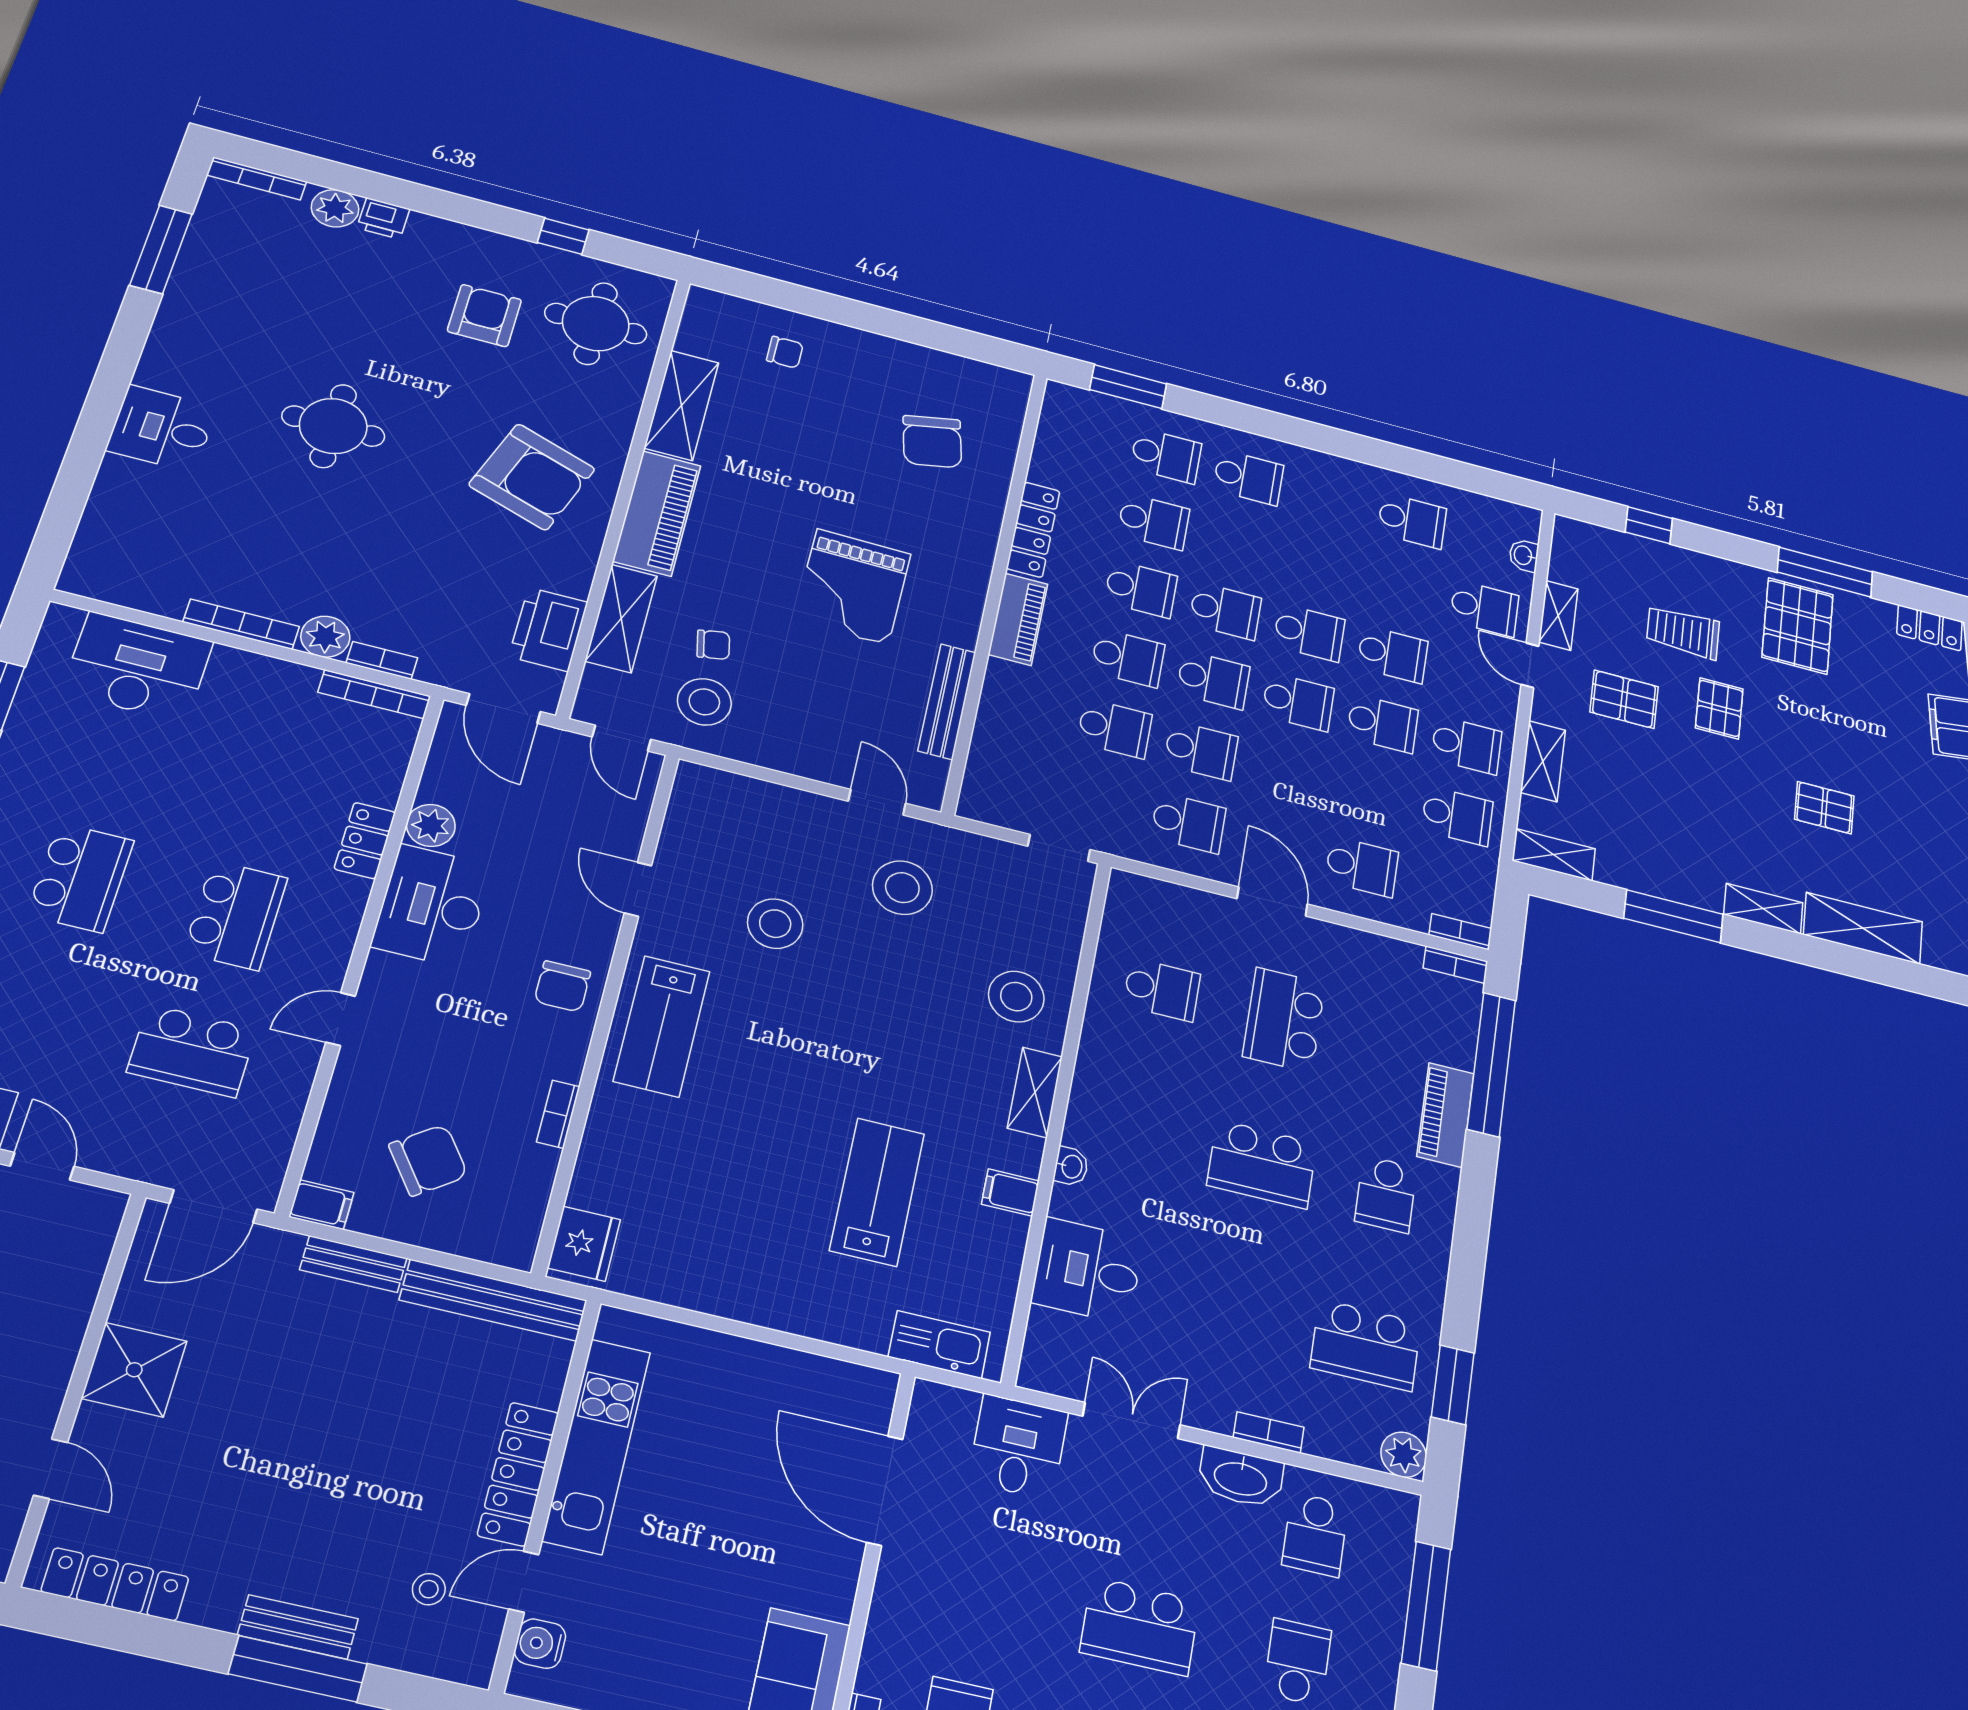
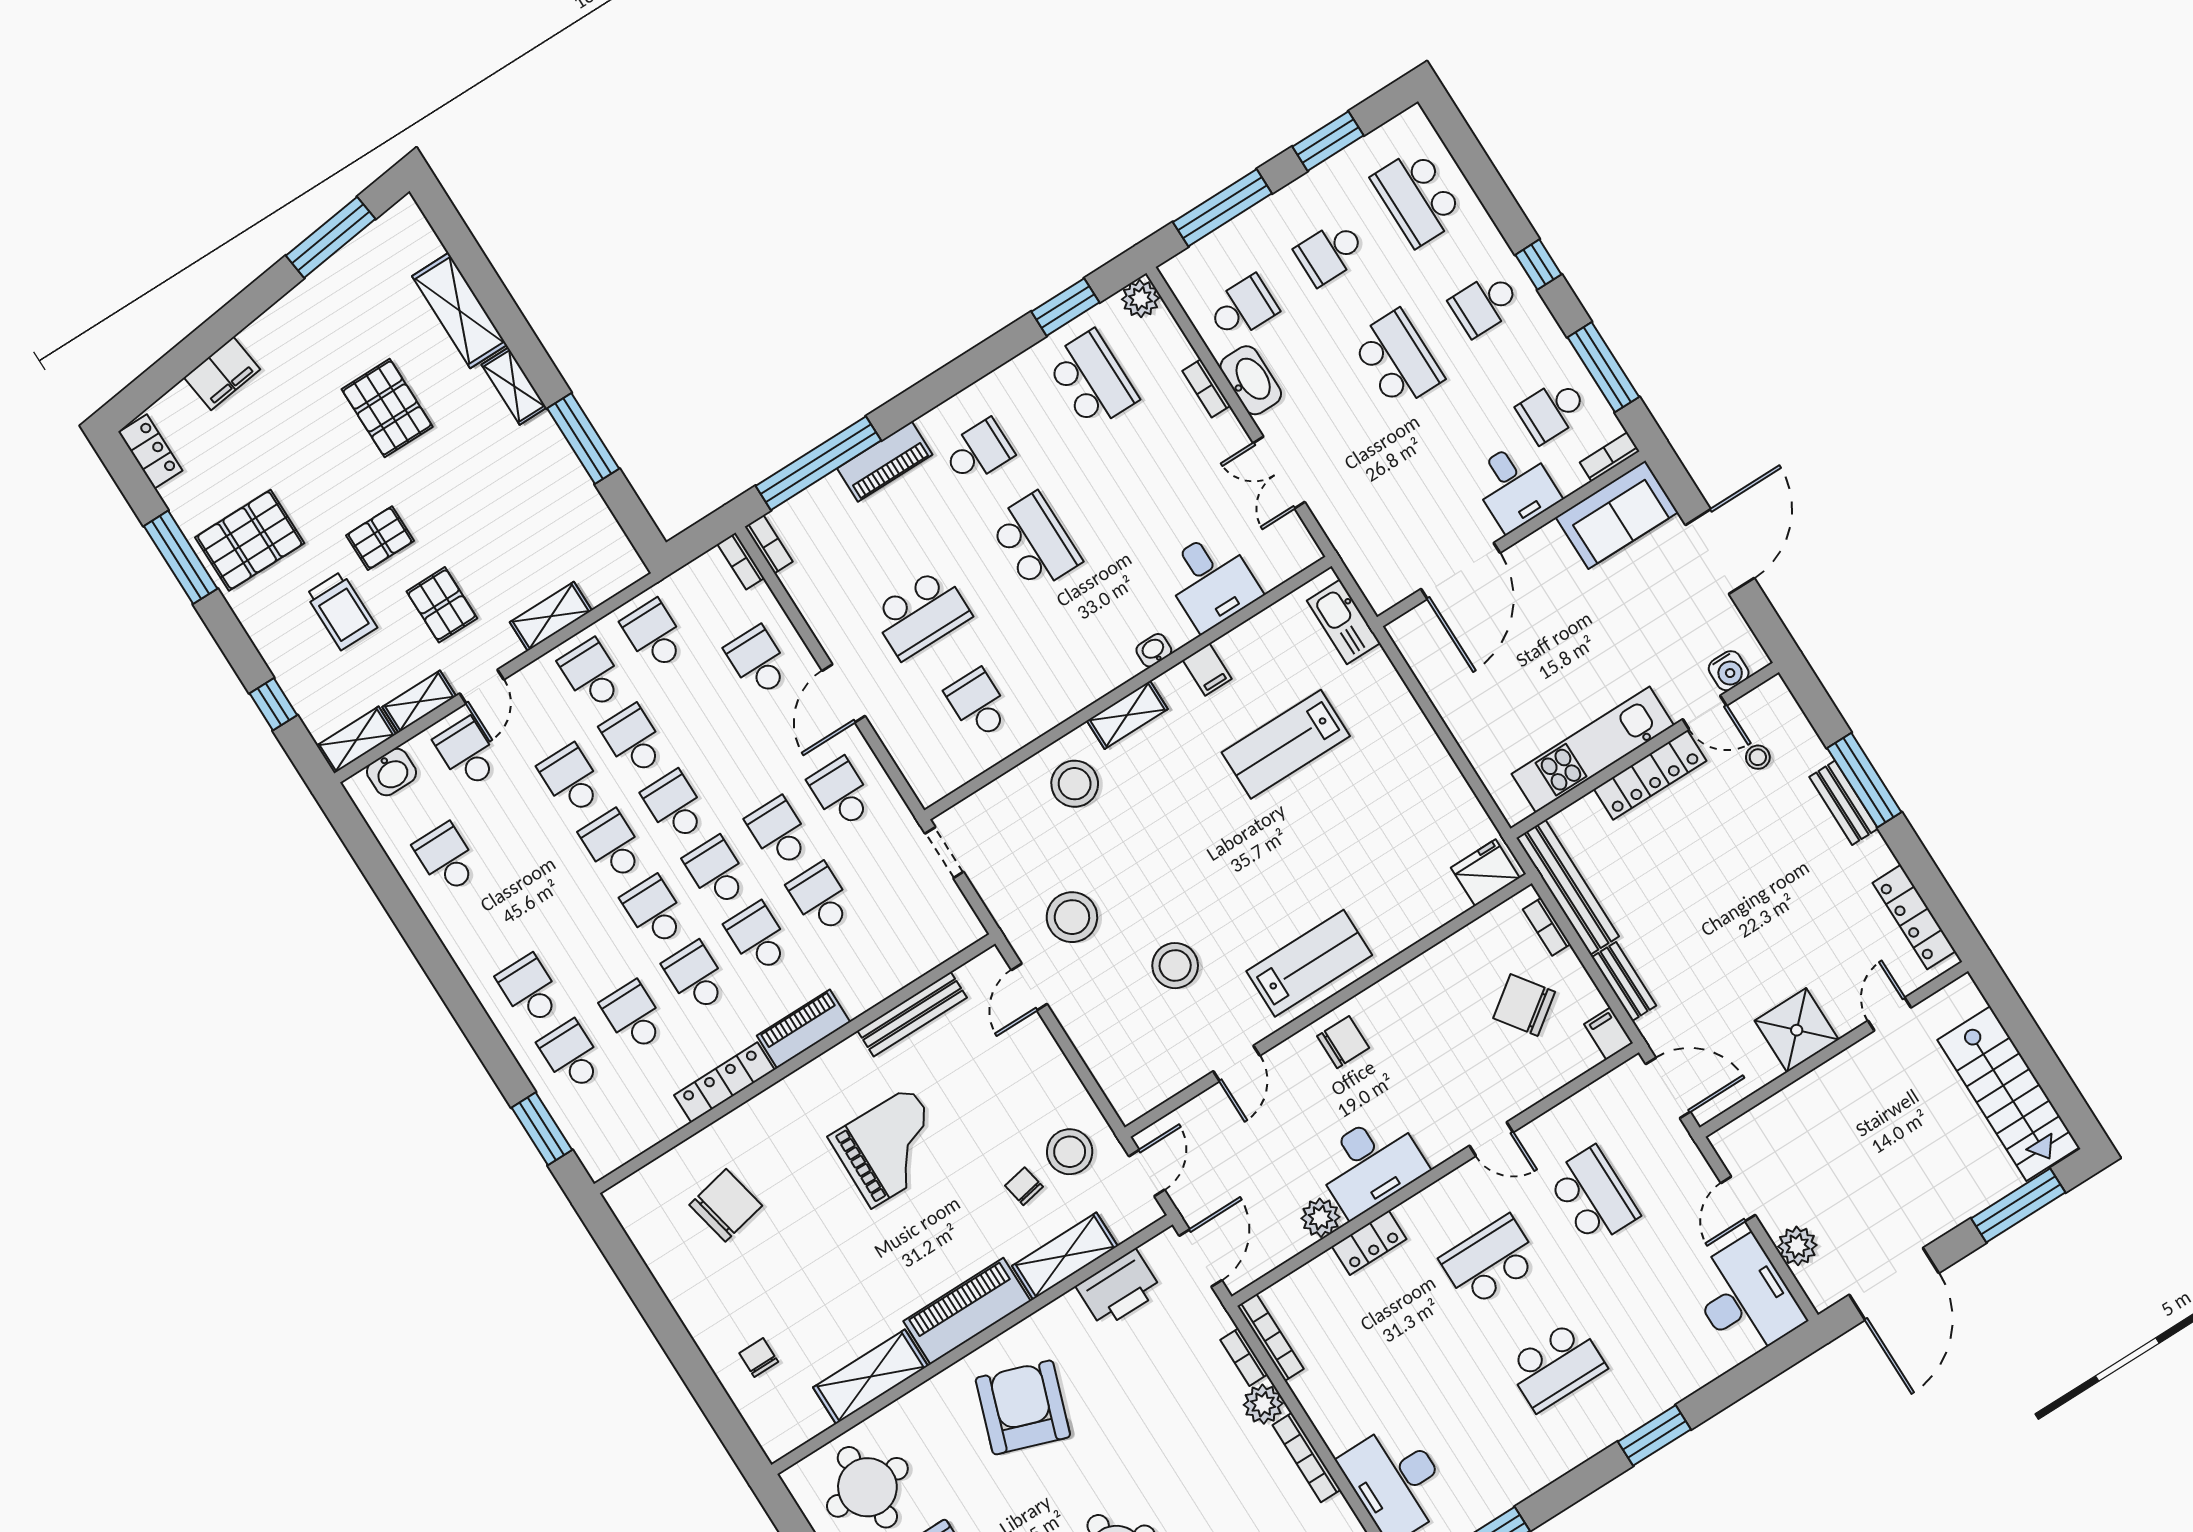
washbasin: (1524, 555) -> (392, 772), width x1.38, depth x1.45
pallet: (1824, 808) -> (387, 408), width x1.50, depth x1.42
shelving: (1554, 855) -> (356, 740), moved, turned 90
school desk: (80, 878) -> (1556, 1366), turned 180
bookcase: (558, 1114) -> (1547, 927), moved, turned 90
desk: (1018, 1447) -> (1515, 486), moved, turned -90

